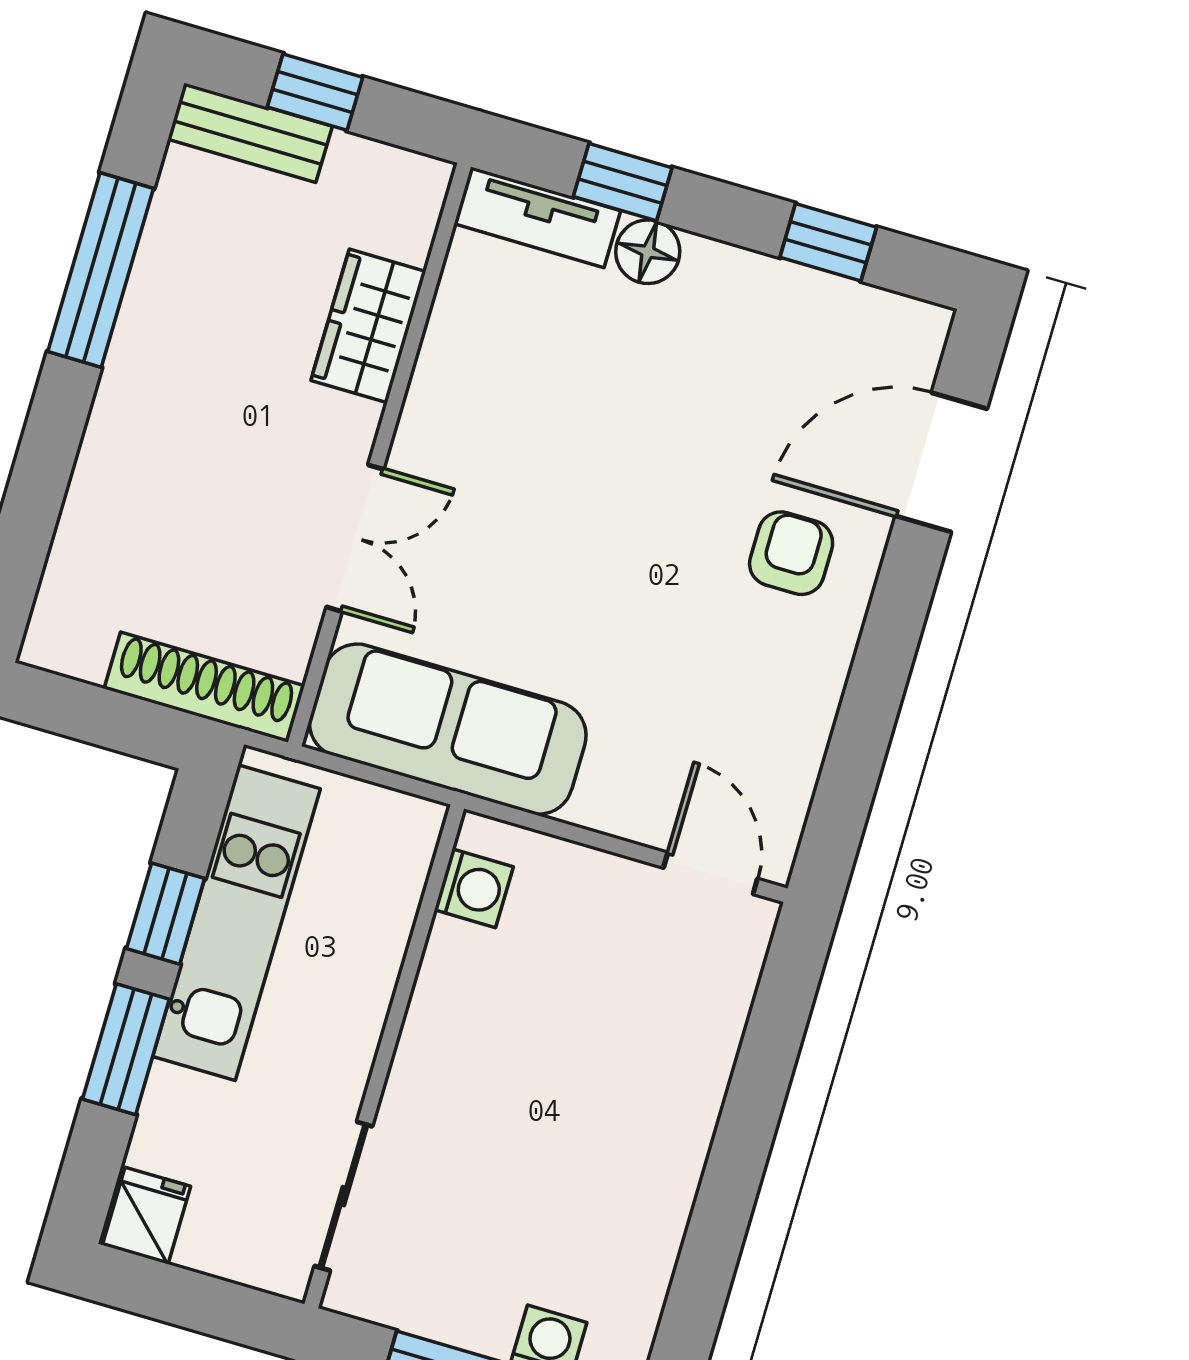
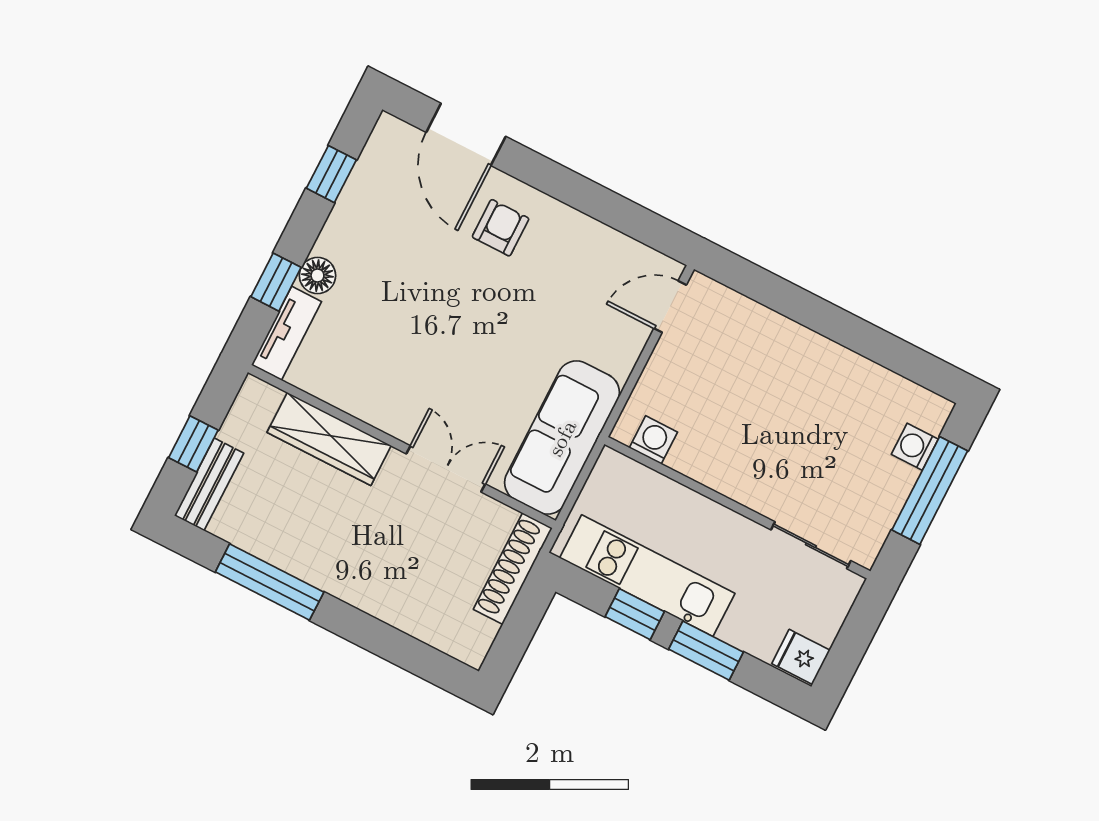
wardrobe: (368, 326) -> (329, 439), width x1.50
armchair: (791, 553) -> (501, 228), turned 90

